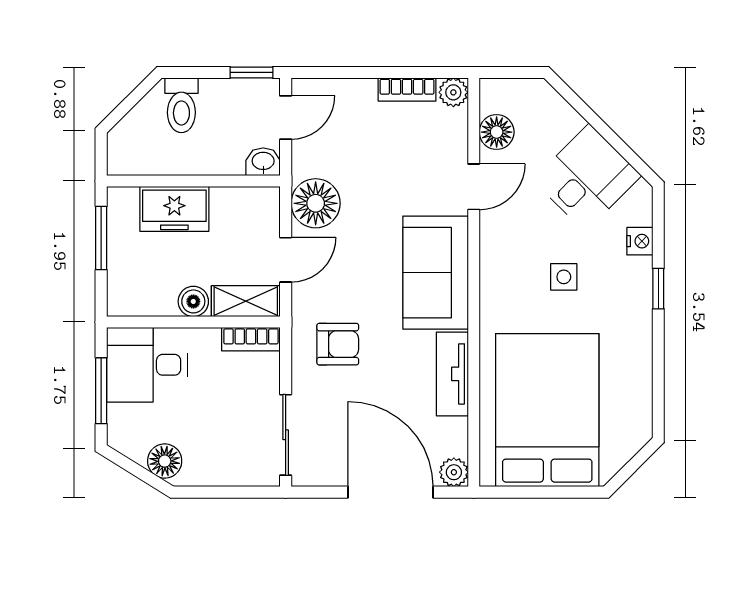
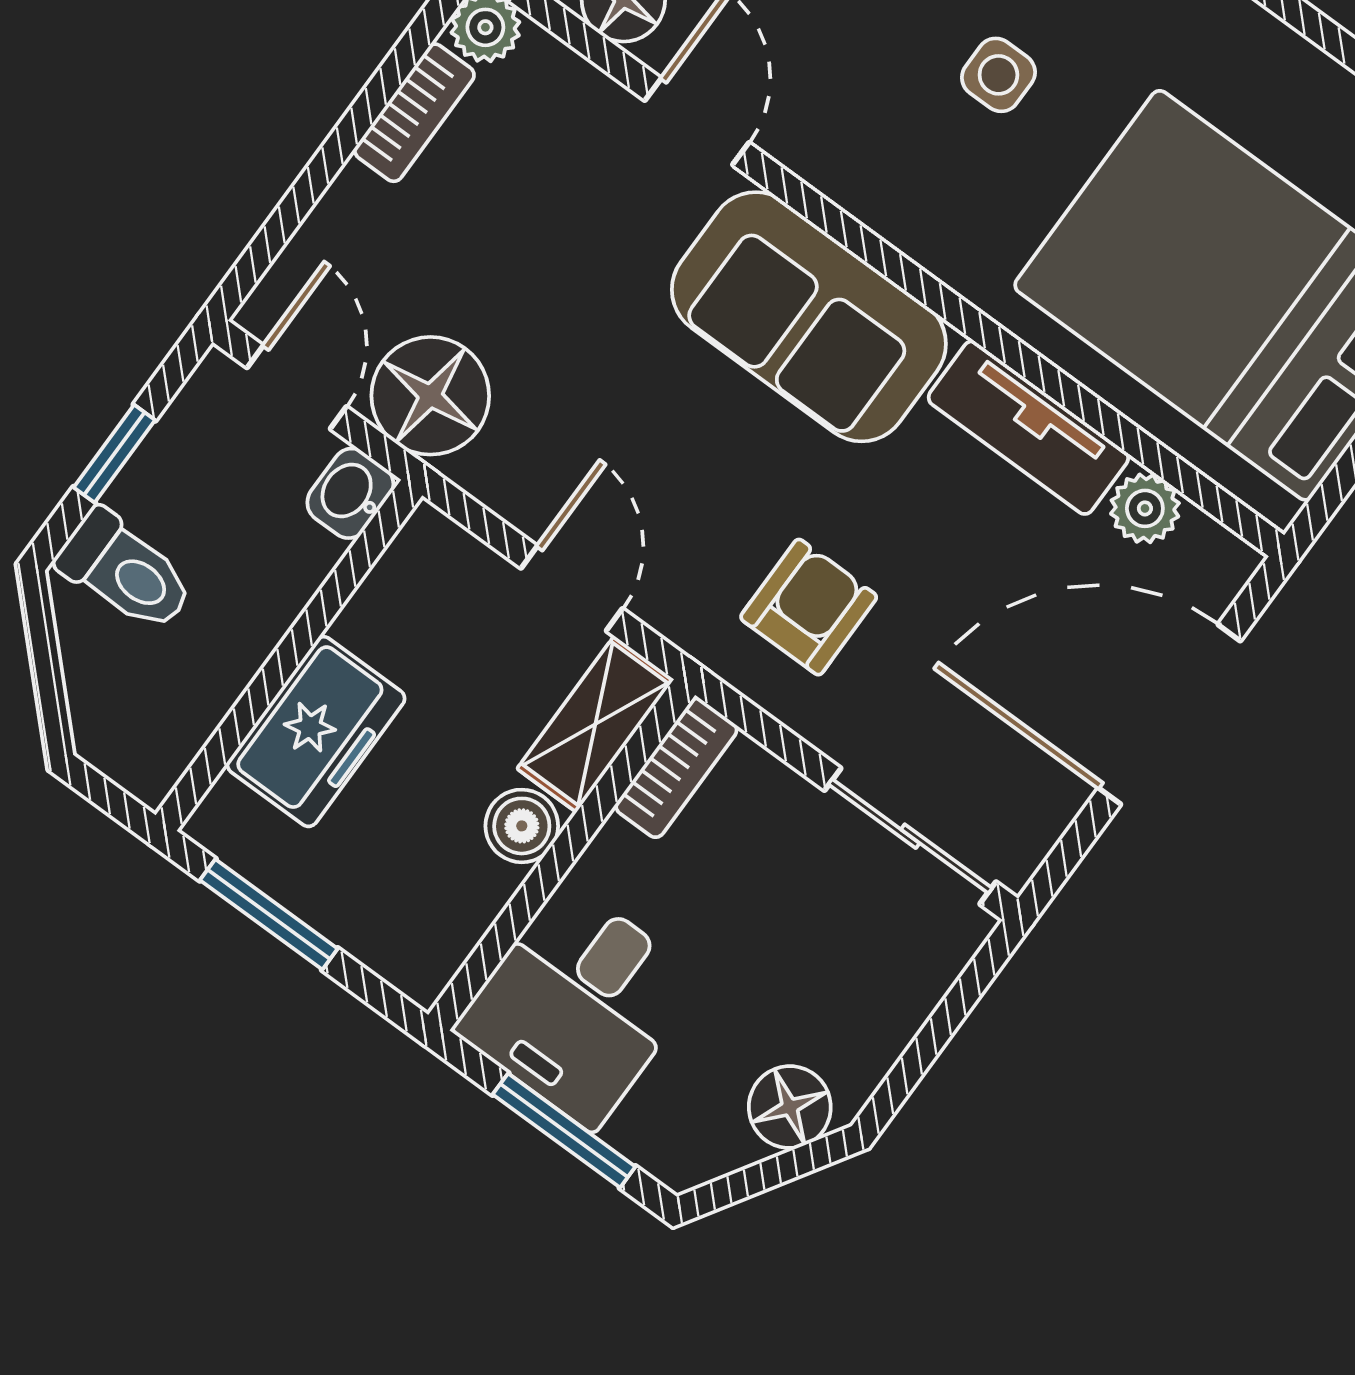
window: (251, 72) -> (114, 454), moved
floor lamp: (316, 203) -> (430, 396), moved
plant: (454, 472) -> (1145, 508), moved

